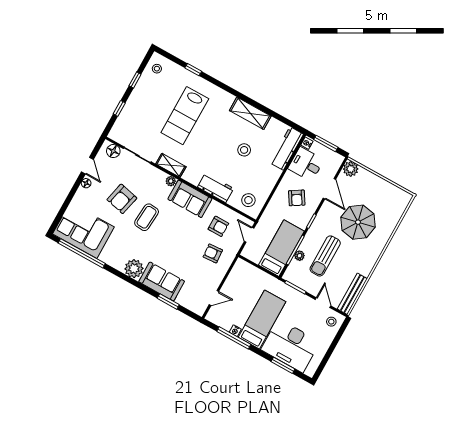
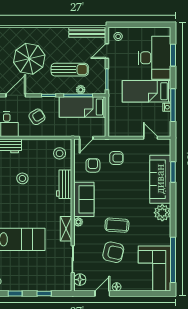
armchair: (213, 253) -> (116, 158), turned -86
sofa: (162, 281) -> (160, 179), width x1.36

